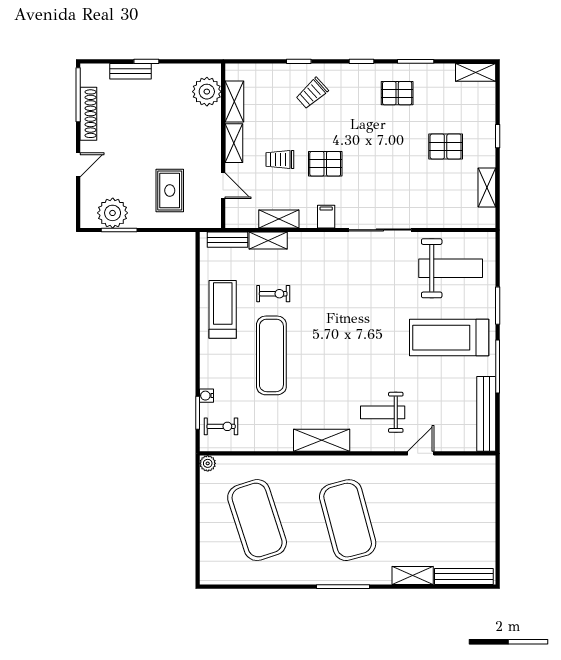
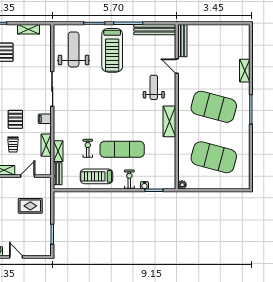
plant: (113, 213) -> (43, 238), removed
weight bench: (383, 412) -> (154, 87), turned 180
exercise bike: (221, 426) -> (129, 179), moved
exercise mat: (257, 520) -> (214, 157), turned 33
exercise mat: (348, 520) -> (214, 107), turned 30
bench: (464, 577) -> (182, 41), moved

